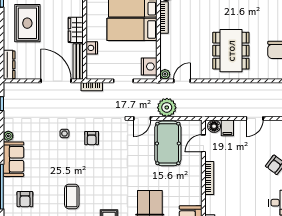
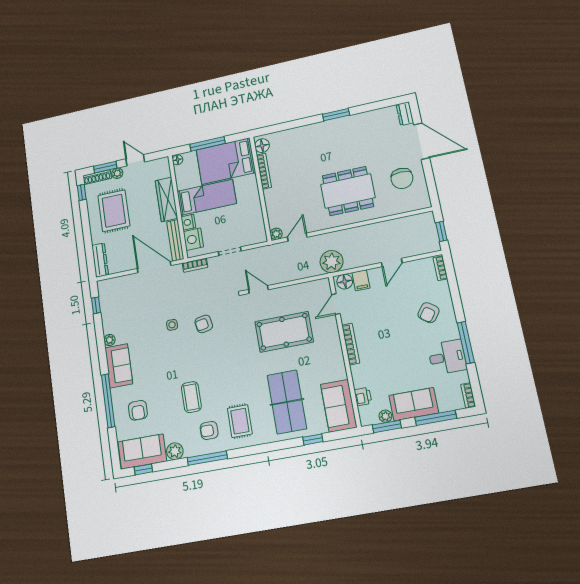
bed: (132, 29) -> (207, 197), moved, turned 180
wardrobe: (76, 30) -> (166, 199), width x1.50
dining table: (231, 51) -> (348, 191), turned 90
nightstand: (149, 66) -> (193, 239), moved, turned 180
plant: (167, 107) -> (332, 262), moved
door: (142, 118) -> (258, 290), swing flipped
armchair: (92, 138) -> (204, 324), turned 80
pool table: (168, 143) -> (284, 332), moved, turned 90

